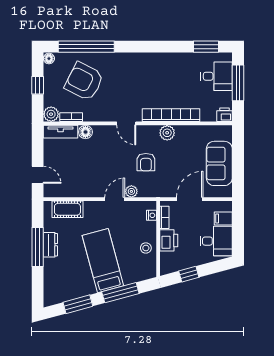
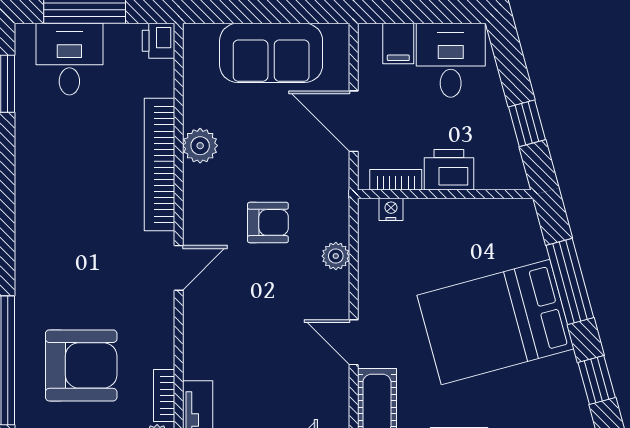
armchair: (84, 81) -> (81, 365), turned -117
floor lamp: (85, 132) -> (198, 362), removed
plant: (167, 133) -> (200, 146), moved
door: (115, 199) -> (354, 342), moved
stool: (146, 248) -> (467, 223), removed
bed: (103, 261) -> (496, 322), width x1.50
window: (78, 304) -> (597, 380), width x0.67

